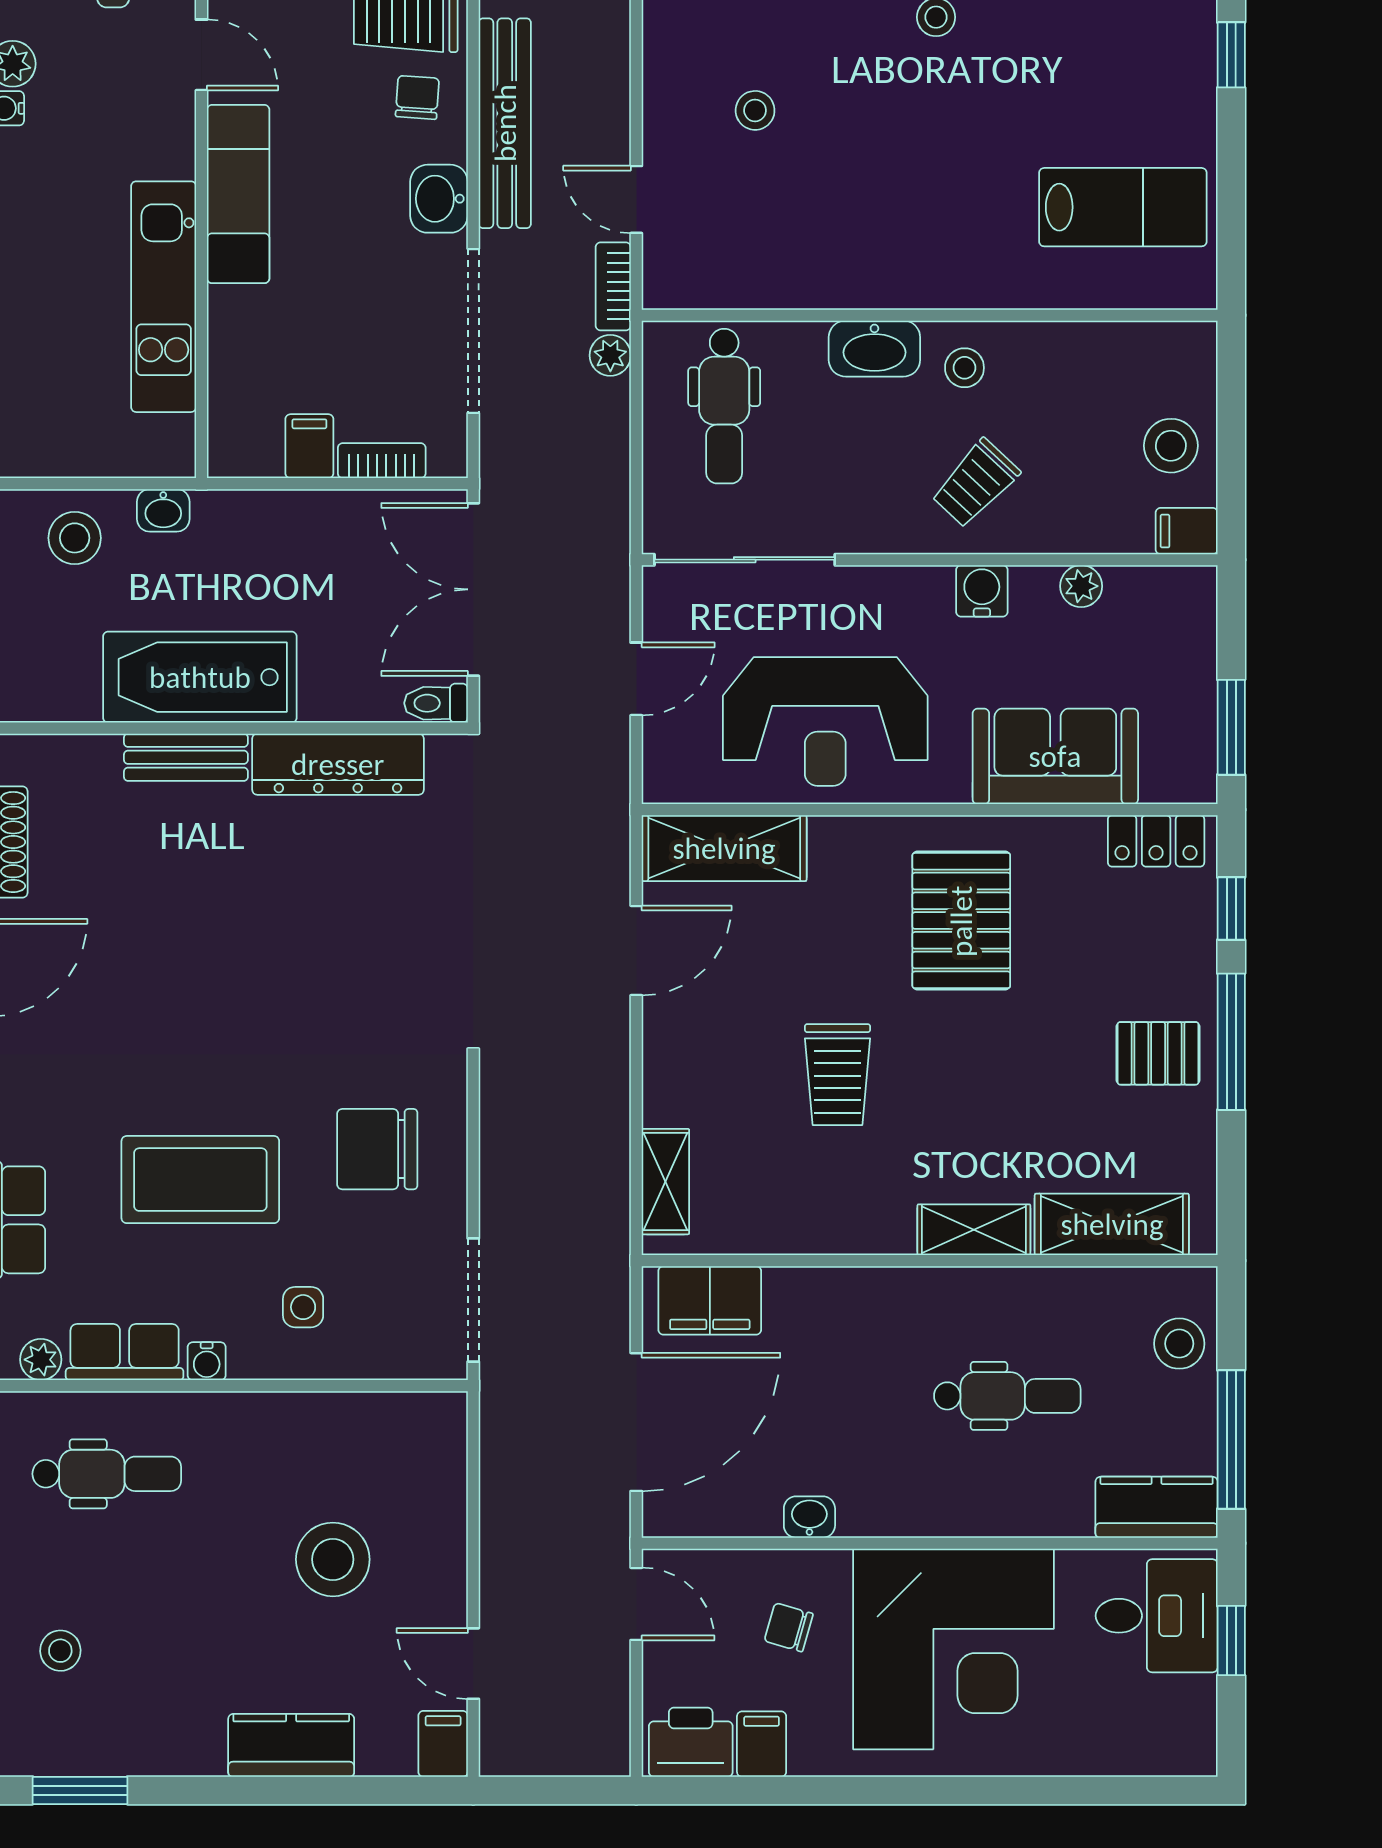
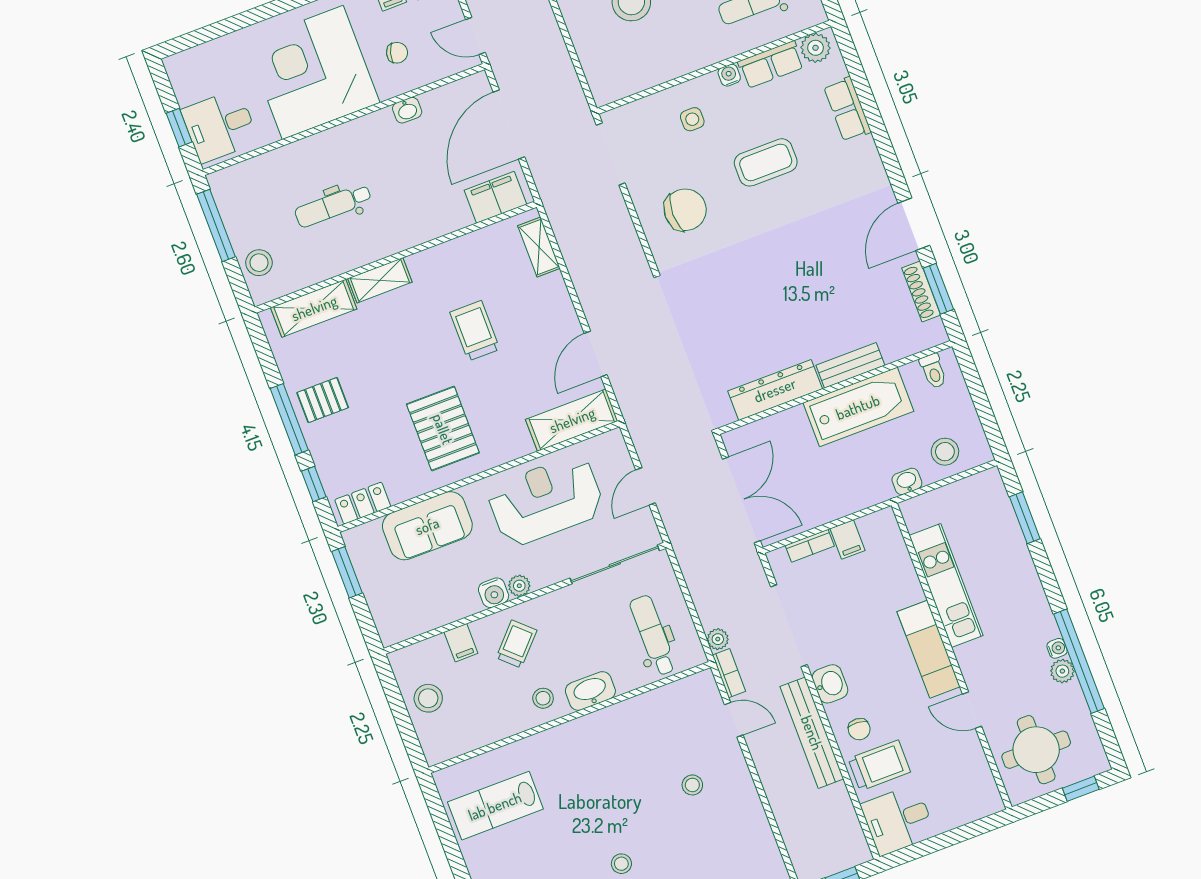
filing cabinet: (1187, 531) -> (461, 643), moved, turned 90
plant: (1081, 586) -> (519, 586), moved
toilet: (436, 703) -> (933, 371), moved, turned 90
coffee table: (200, 1180) -> (766, 162), width x0.73, depth x0.76
plant: (41, 1360) -> (816, 48), width x1.38, depth x1.38
kitchen counter: (1157, 1507) -> (240, 179), removed

